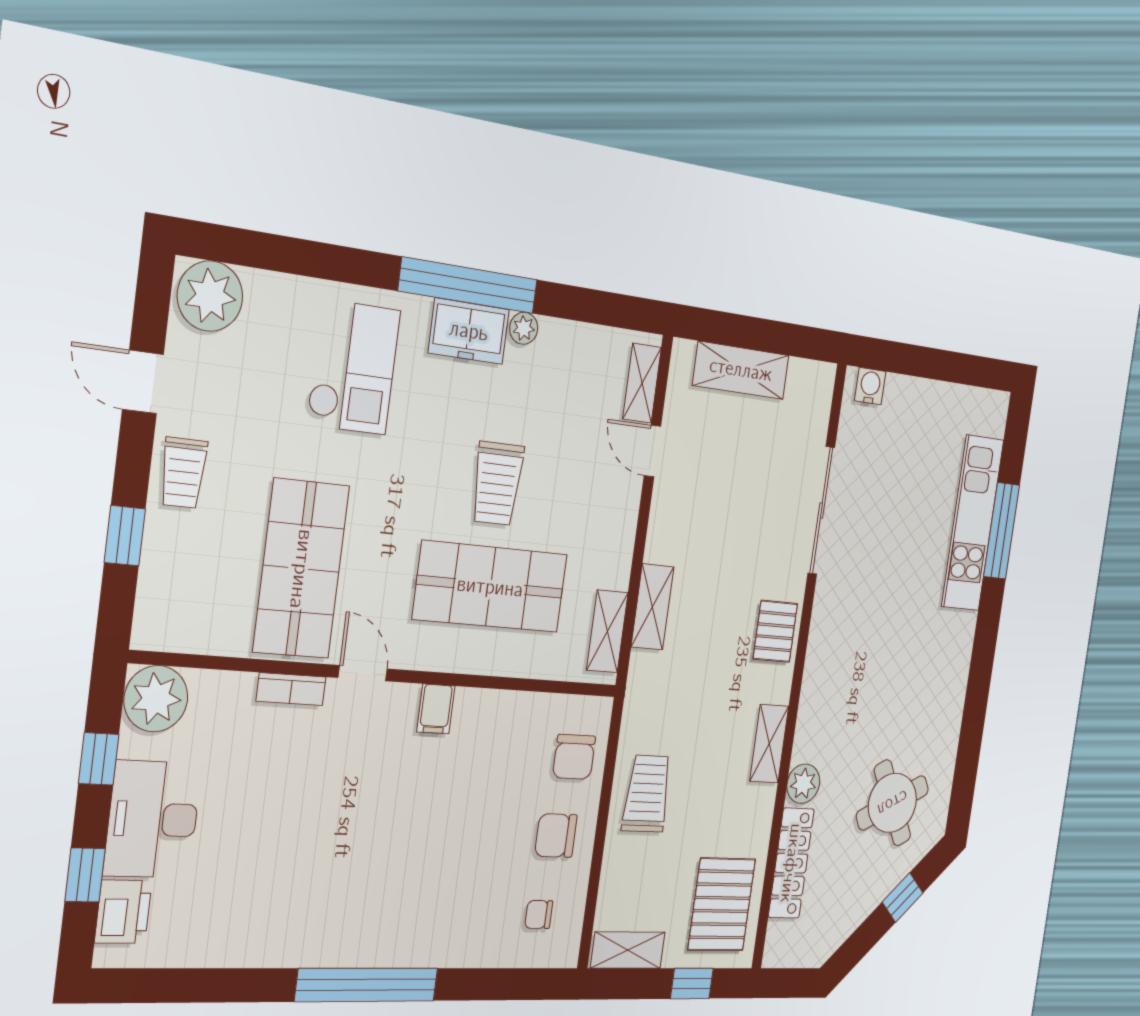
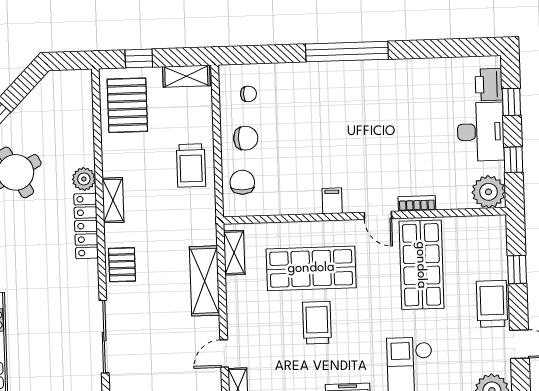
door: (652, 451) -> (224, 354), swing flipped
trolley: (183, 473) -> (492, 304), width x1.36, depth x1.39
shelving: (652, 607) -> (205, 281), width x1.50, depth x1.33
locker: (791, 863) -> (86, 226), moved

